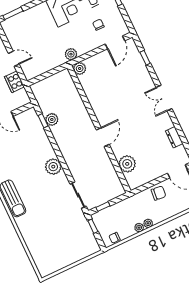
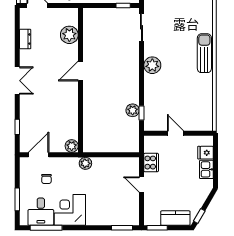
plant: (80, 68) -> (72, 146), moved
wall: (99, 129) -> (81, 80), moved
door: (103, 137) -> (81, 71), moved
plant: (127, 164) -> (69, 35), moved

